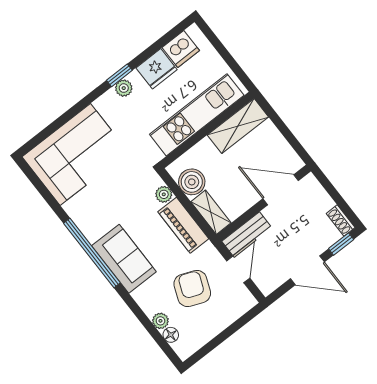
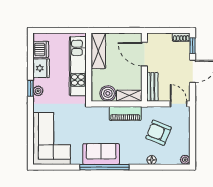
door: (281, 190) -> (144, 54), hinge flipped
plant: (164, 194) -> (103, 111), removed
sofa: (124, 259) -> (101, 154), moved
door: (238, 269) -> (179, 104), moved
plant: (160, 321) -> (185, 160), moved
floor lamp: (171, 335) -> (152, 160), moved

